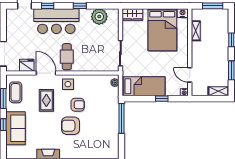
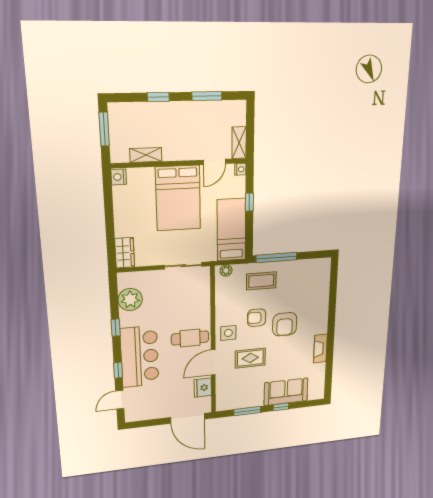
bed: (162, 30) -> (178, 198), moved, turned 90
shelving: (218, 91) -> (239, 143), moved
coffee table: (16, 92) -> (261, 281), moved
armchair: (78, 105) -> (257, 318), turned -90

